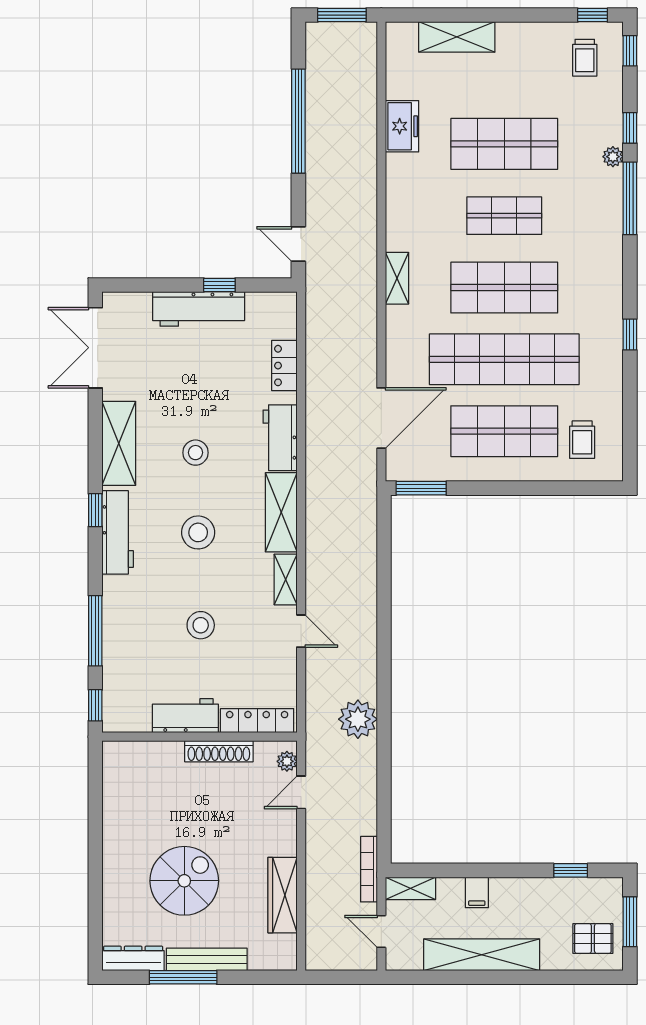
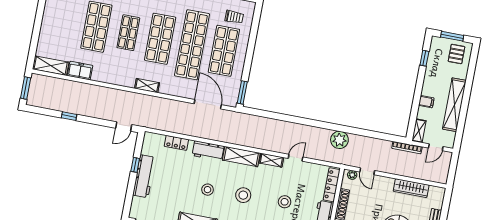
shelving: (457, 37) -> (51, 66), moved, turned 90
window: (298, 121) -> (69, 116), width x0.32

